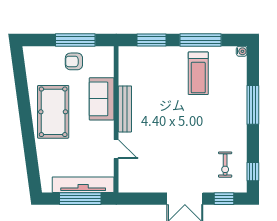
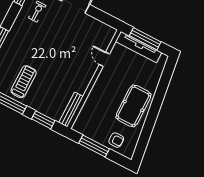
armchair: (74, 61) -> (116, 140), moved
sofa: (102, 99) -> (97, 98), removed
bench: (125, 109) -> (71, 110), moved

